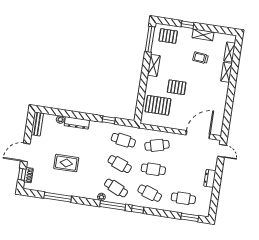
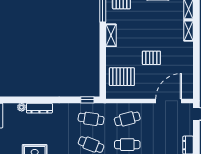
trolley: (200, 58) -> (159, 20), removed
pallet: (177, 87) -> (151, 58), moved
window: (109, 120) -> (87, 100), moved

